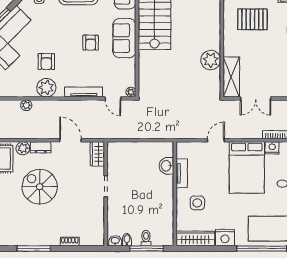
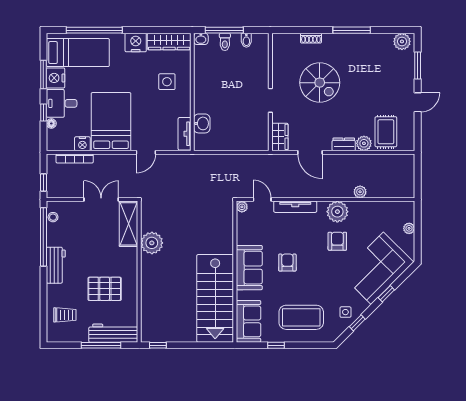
tv unit: (182, 173) -> (184, 134), moved
spiral stairs: (40, 187) -> (320, 83), moved
washbasin: (115, 241) -> (201, 39), moved

